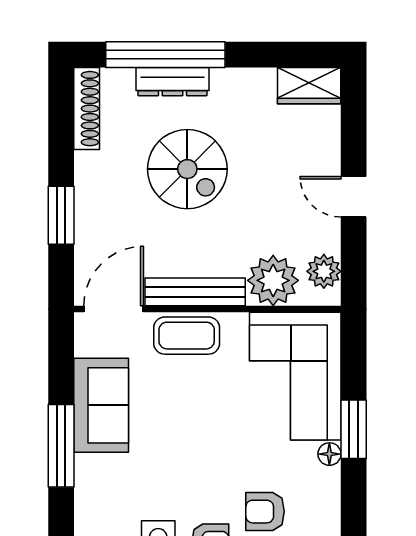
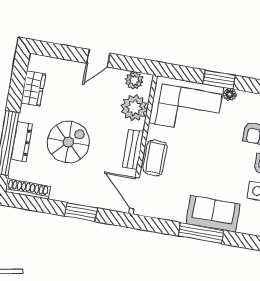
wardrobe: (309, 86) -> (33, 89), moved
bench: (195, 292) -> (133, 149), width x0.73
sofa: (101, 405) -> (213, 214), moved

